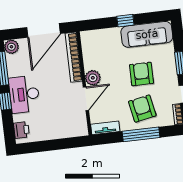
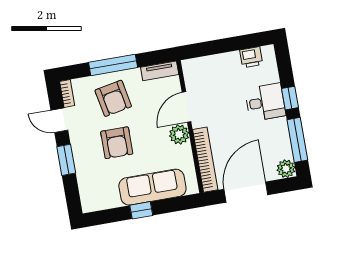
sofa: (147, 34) -> (152, 187), moved
desk: (24, 94) -> (265, 102), width x0.73
printer: (21, 130) -> (251, 57), moved, turned -90

